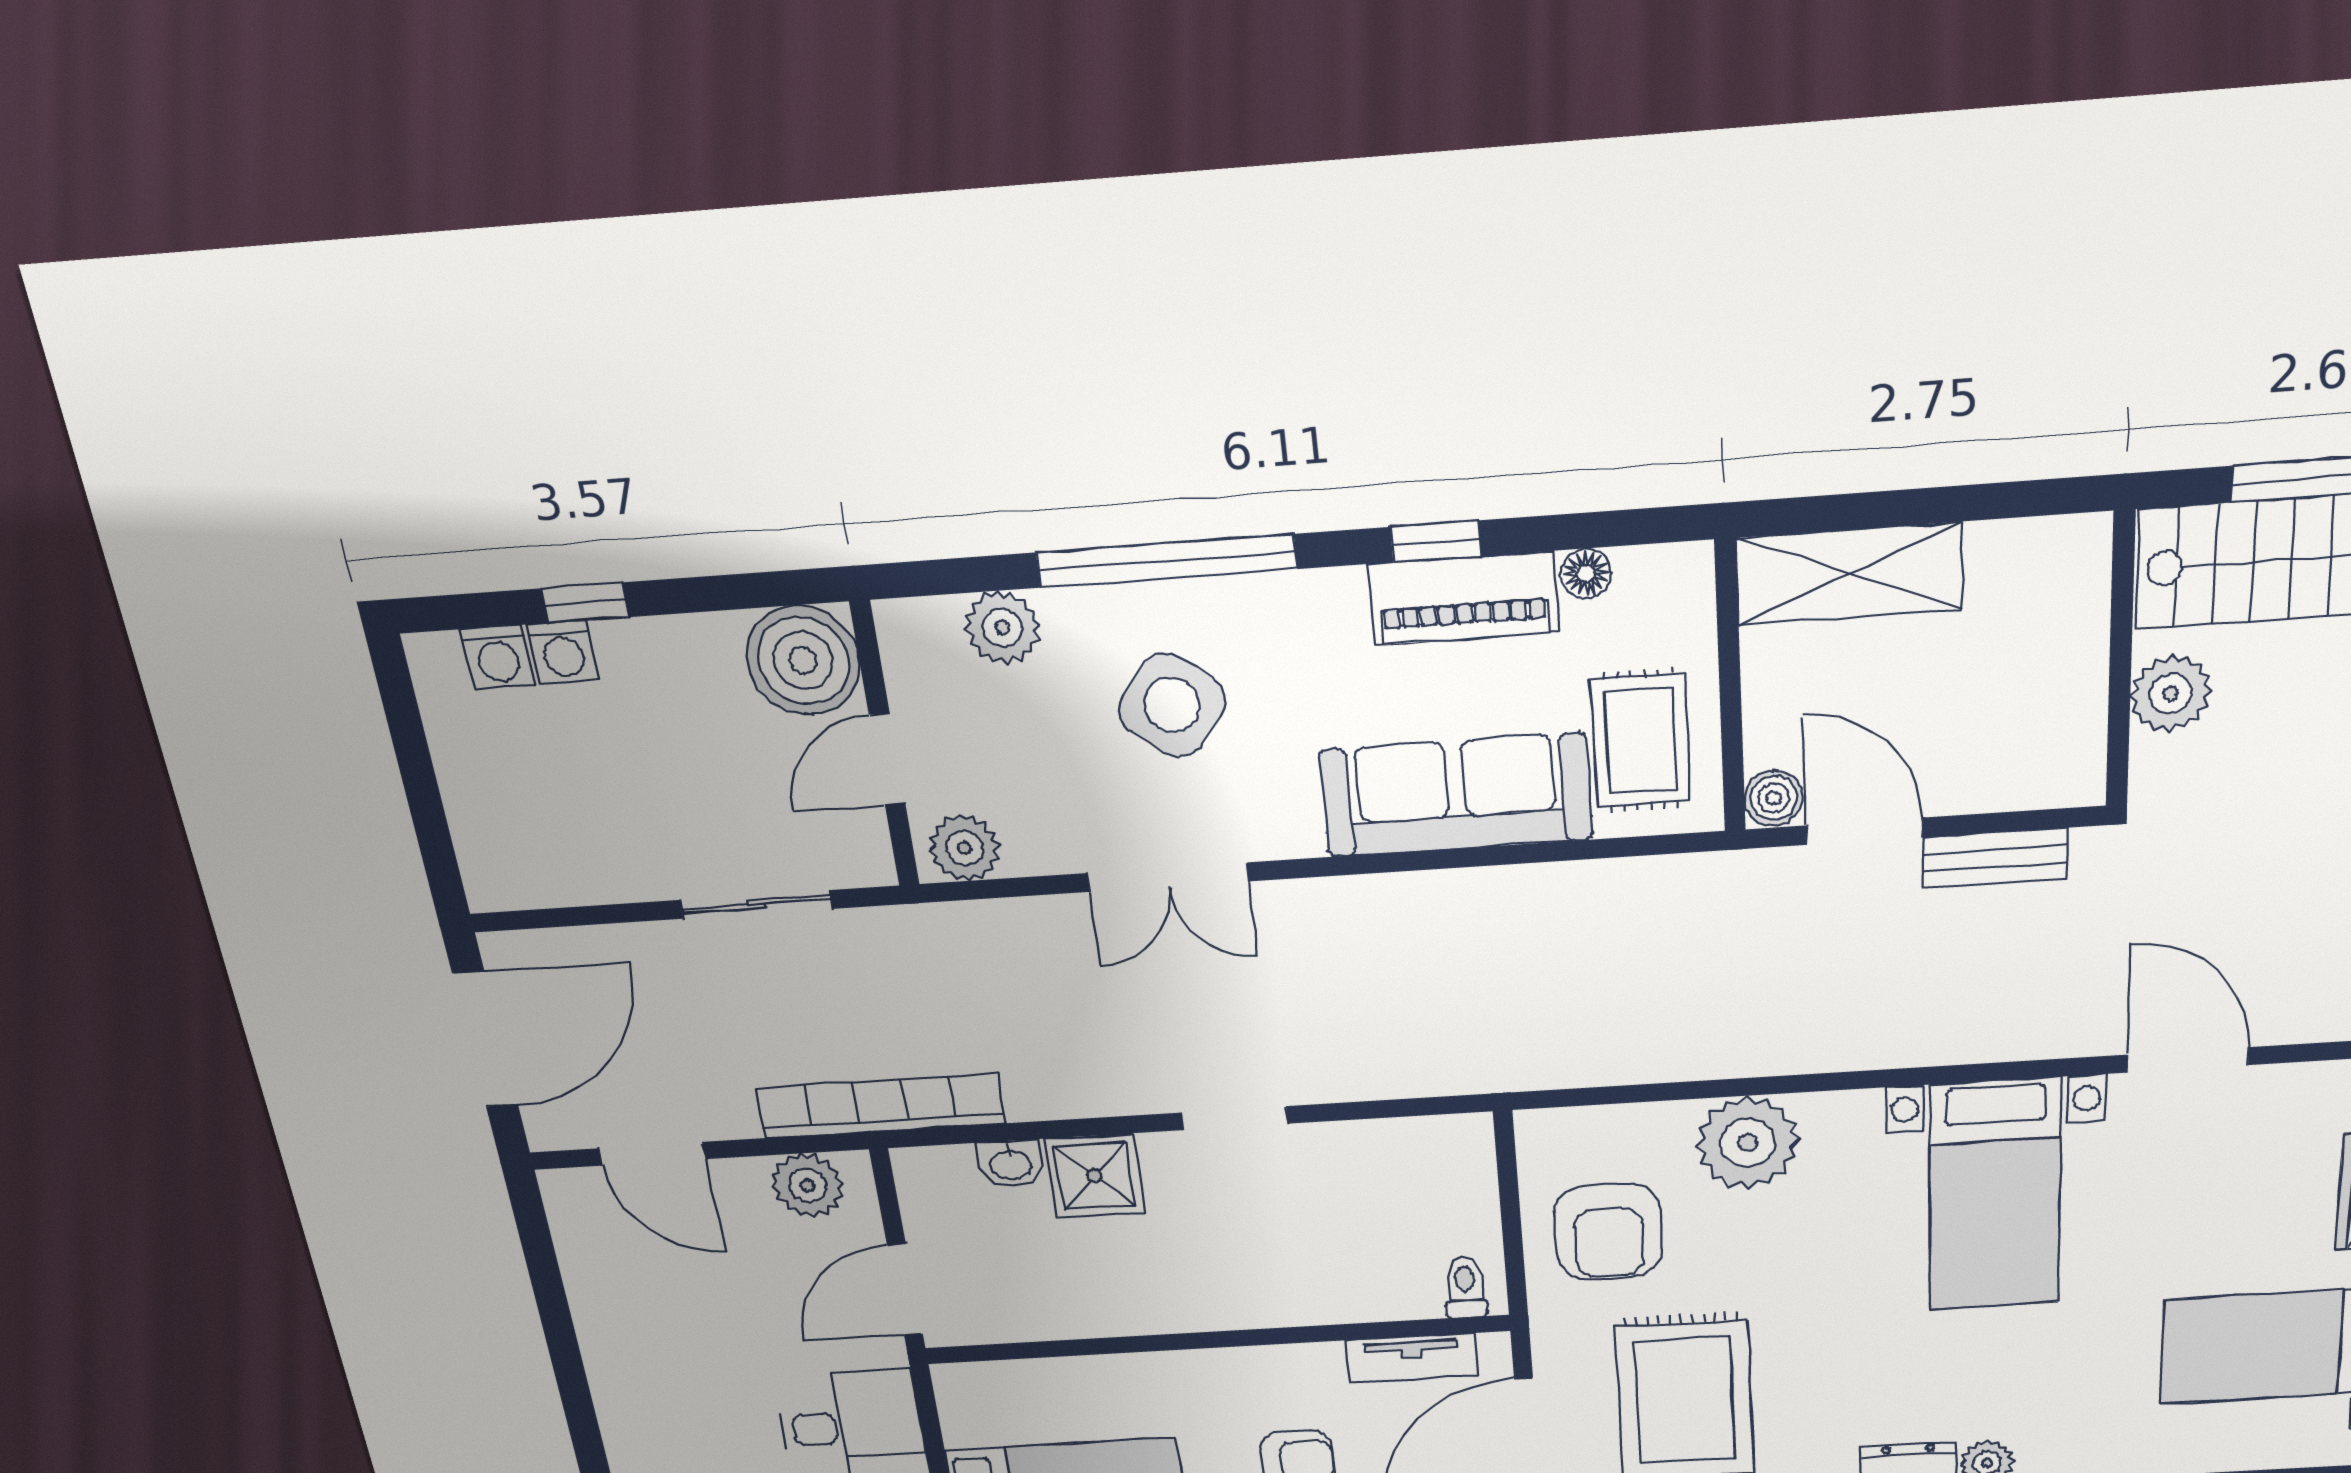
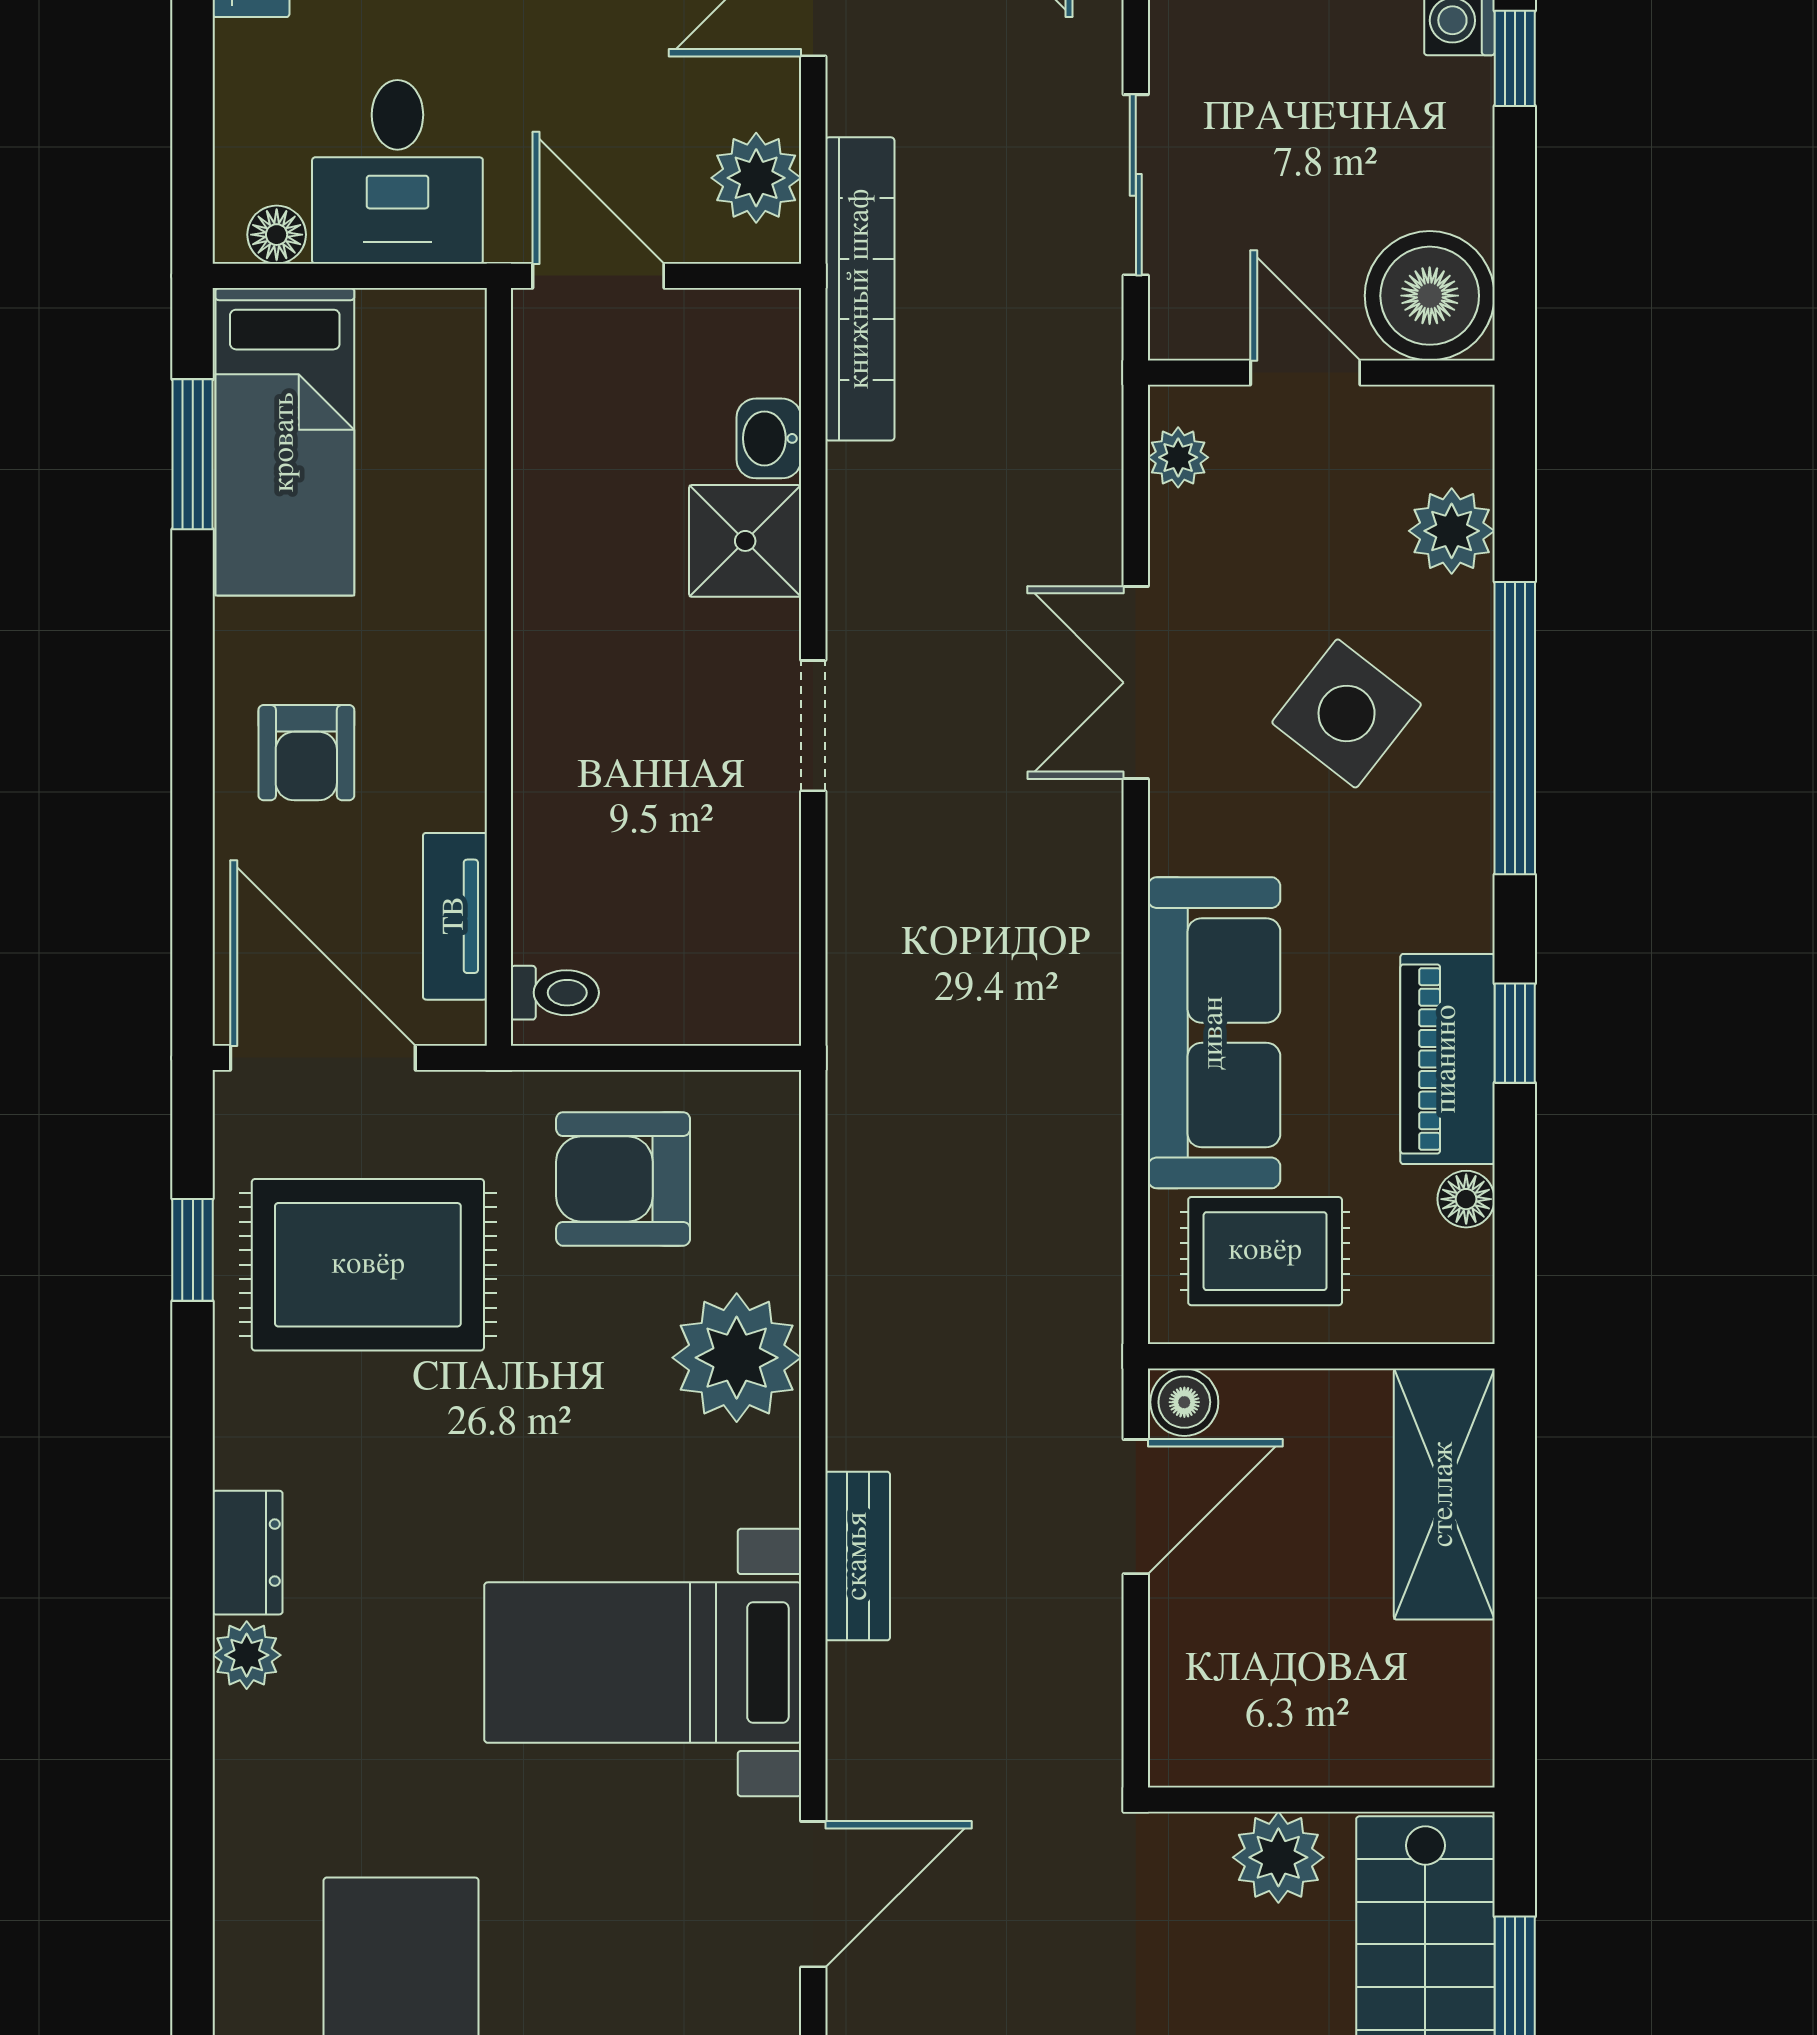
plant: (965, 848) -> (1178, 457), width x0.73, depth x0.73
bench: (1995, 858) -> (858, 1556), moved

